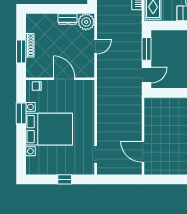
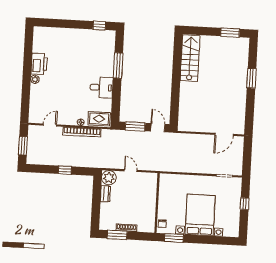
window: (21, 52) -> (117, 235), moved
door: (64, 79) -> (157, 199), removed
window: (21, 113) -> (174, 238), moved

